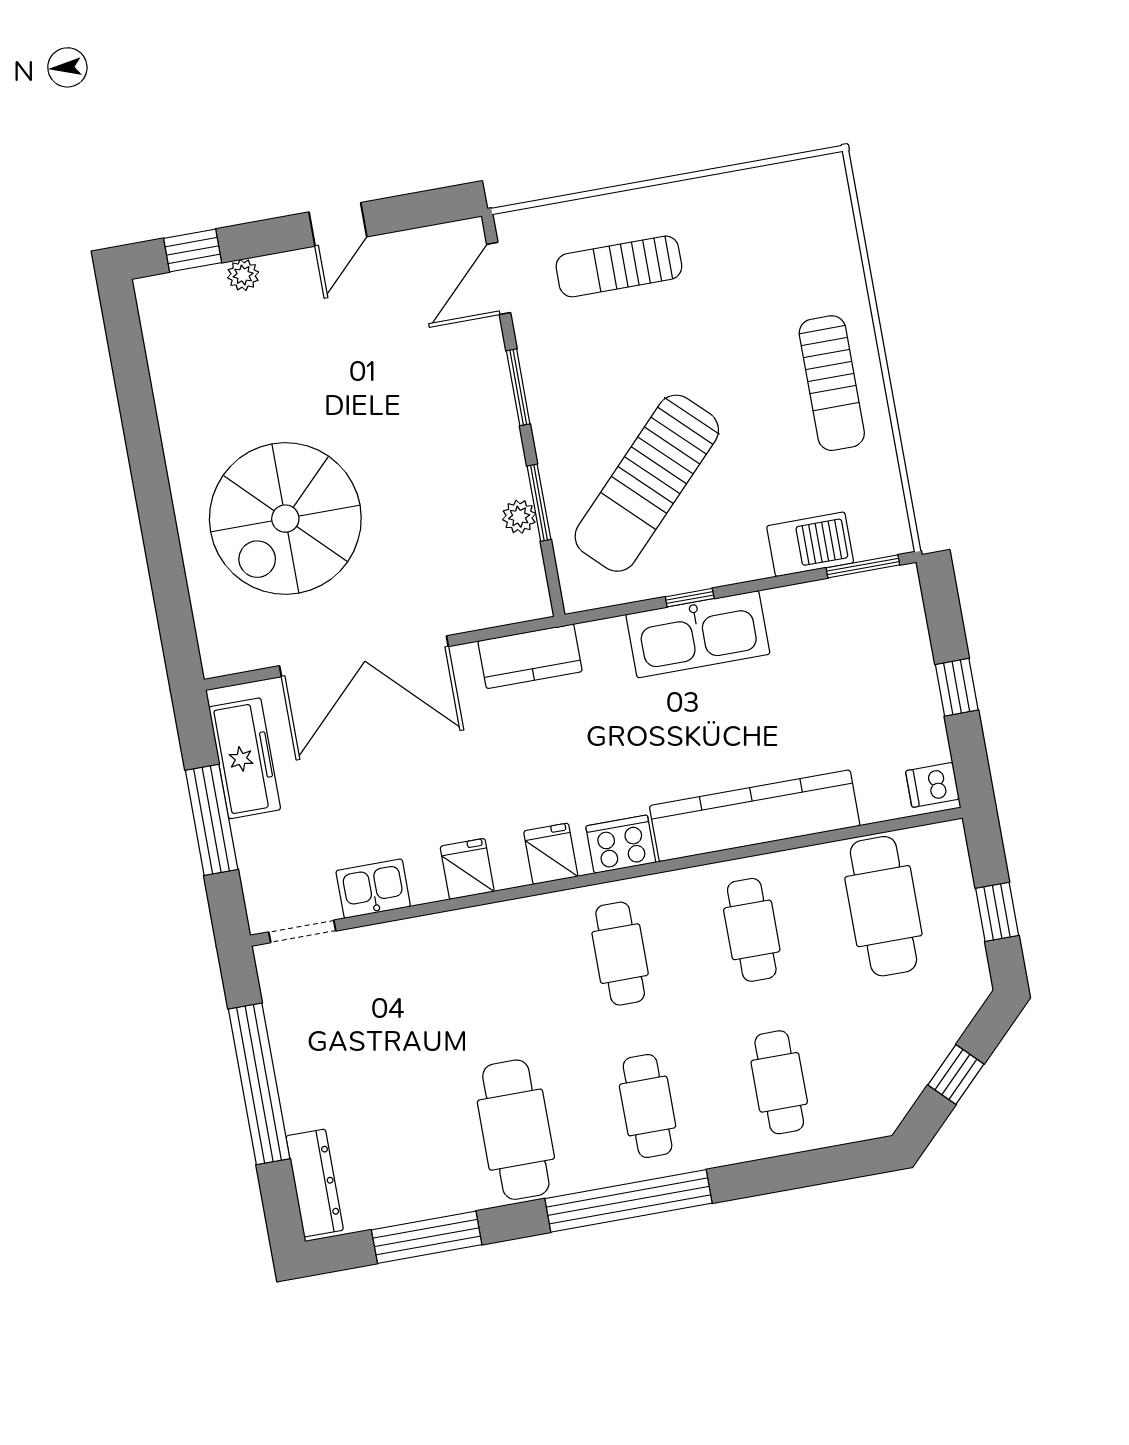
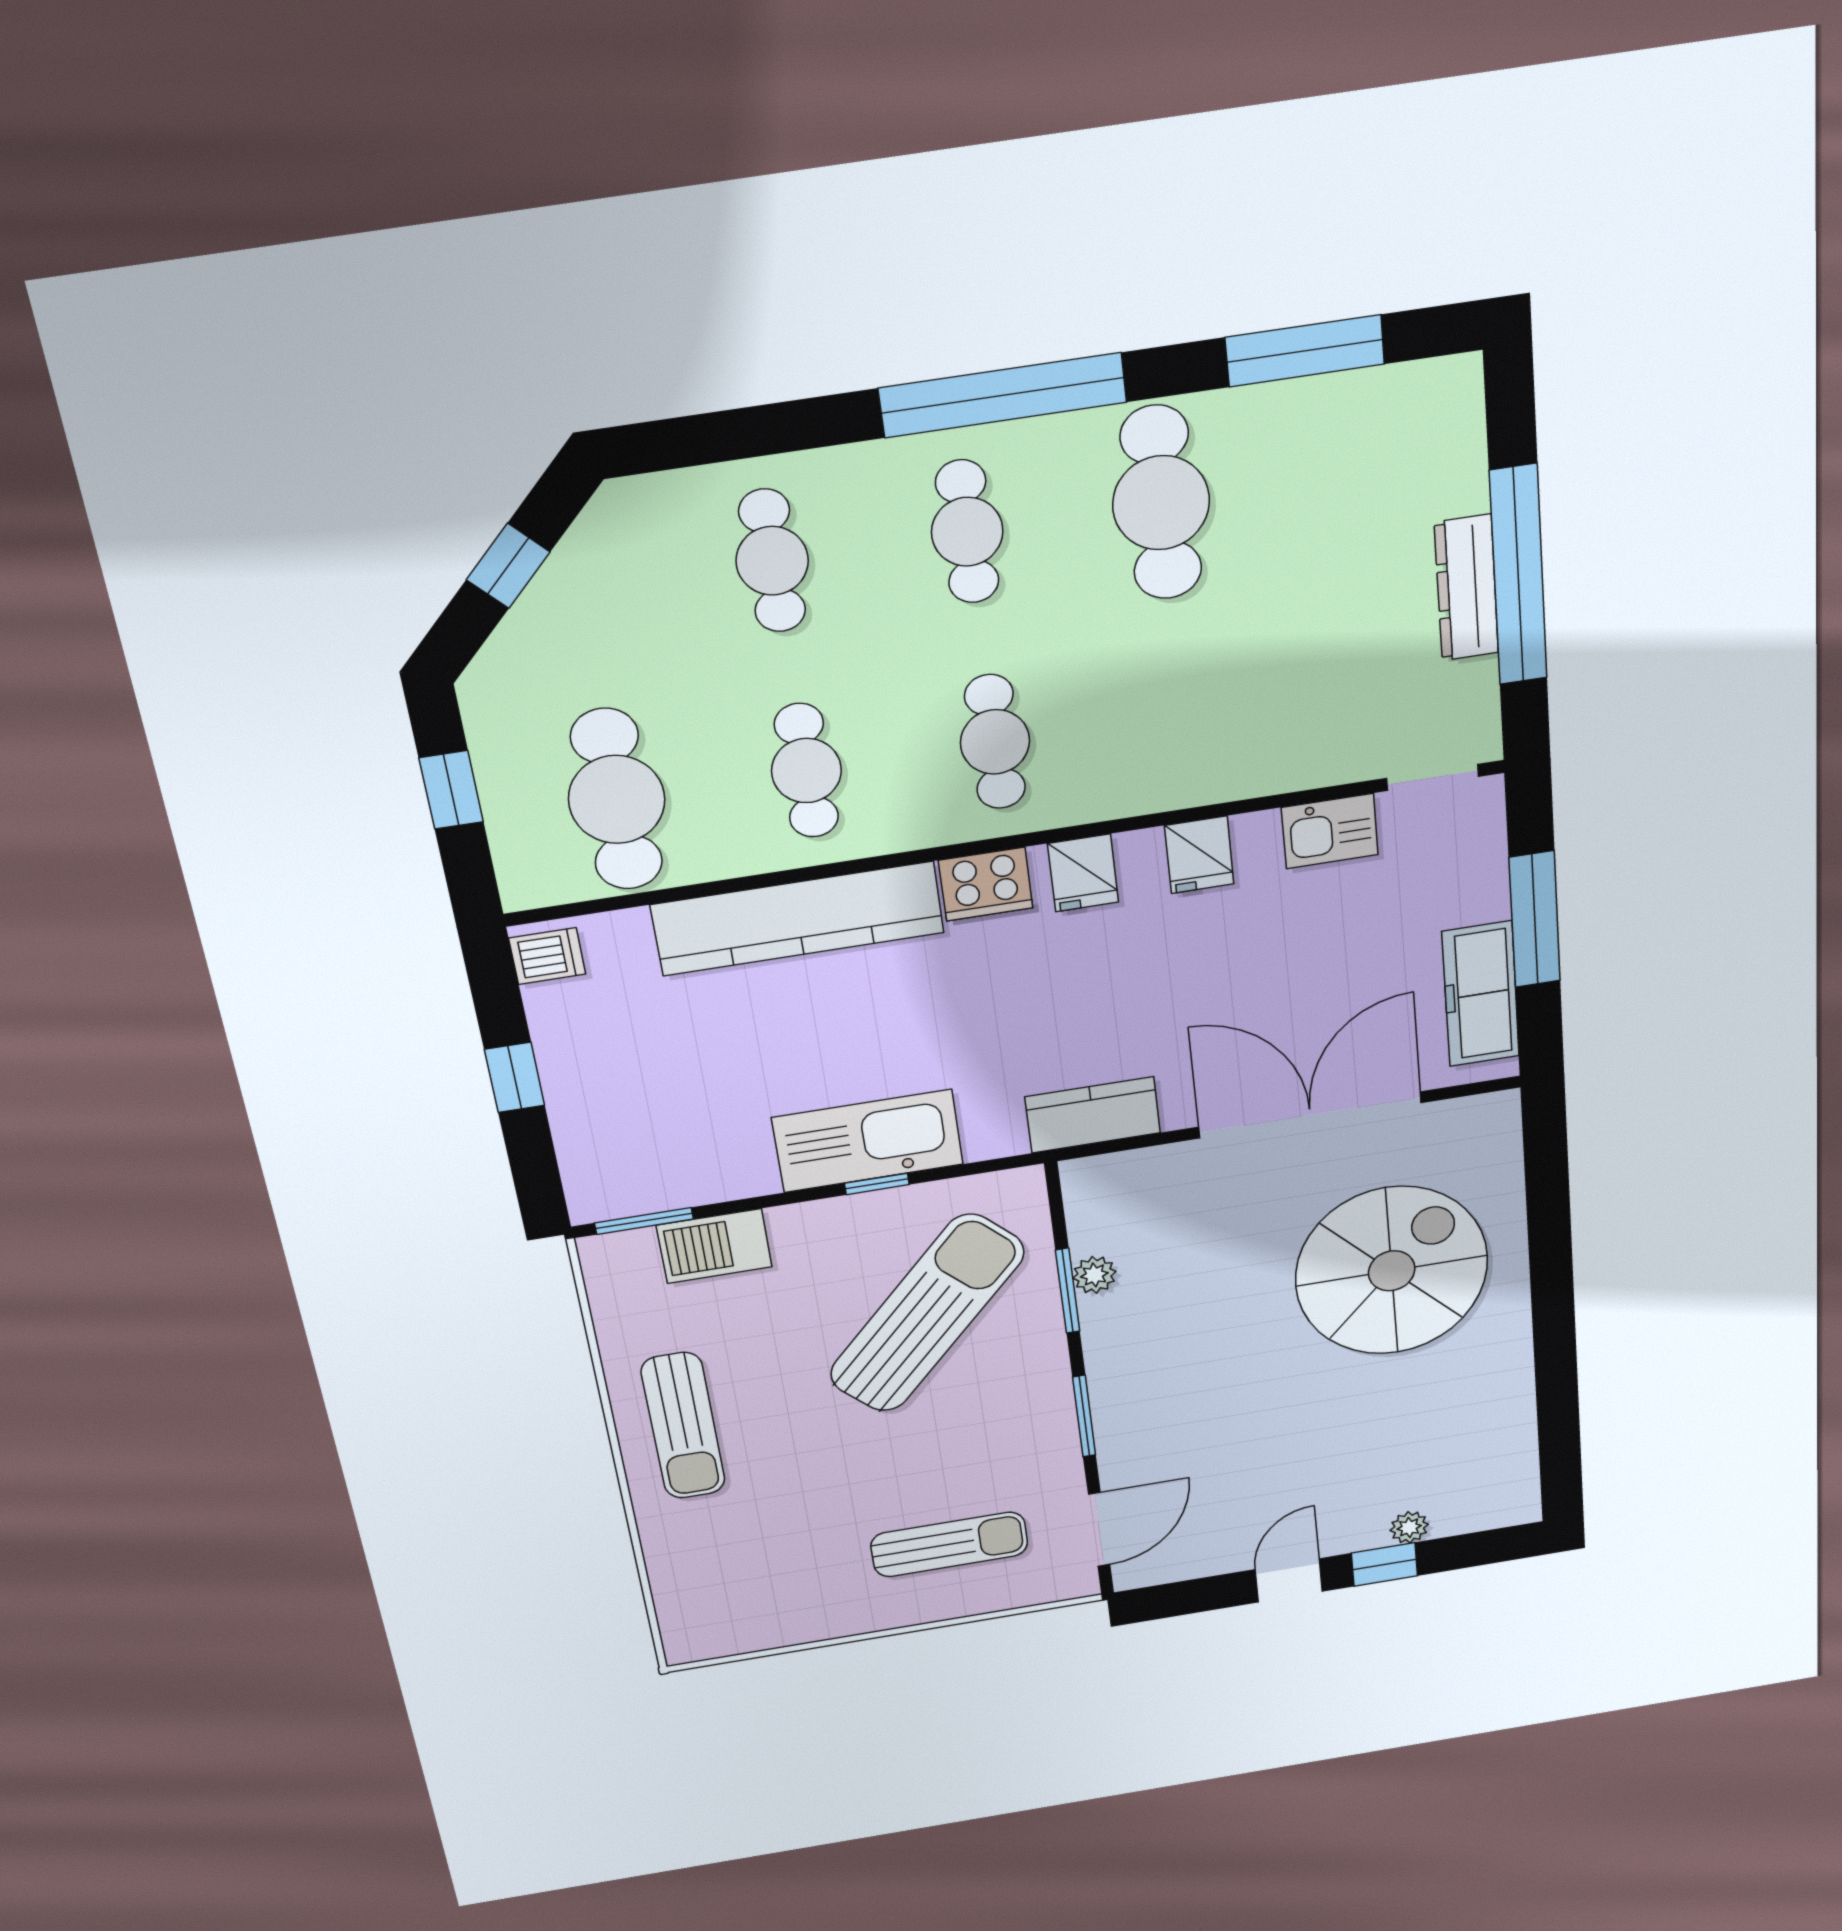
window: (193, 251) -> (1384, 1564), moved
sun lounger: (832, 383) -> (683, 1426), turned 180
dresser: (315, 1183) -> (1466, 588), moved

